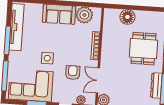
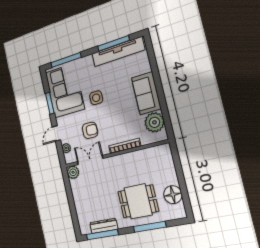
floor lamp: (127, 17) -> (173, 195), moved
window: (7, 40) -> (113, 43), moved

